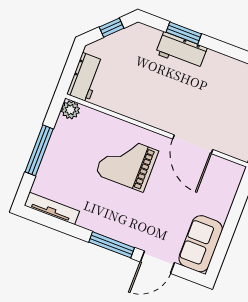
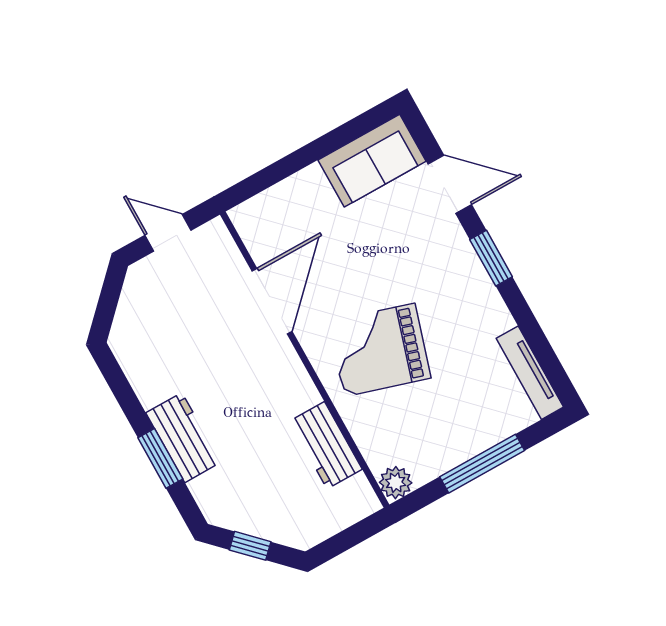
workbench: (85, 77) -> (326, 445), moved, turned -90
grand piano: (127, 163) -> (380, 350), turned 107
window: (112, 245) -> (491, 258), width x0.69

